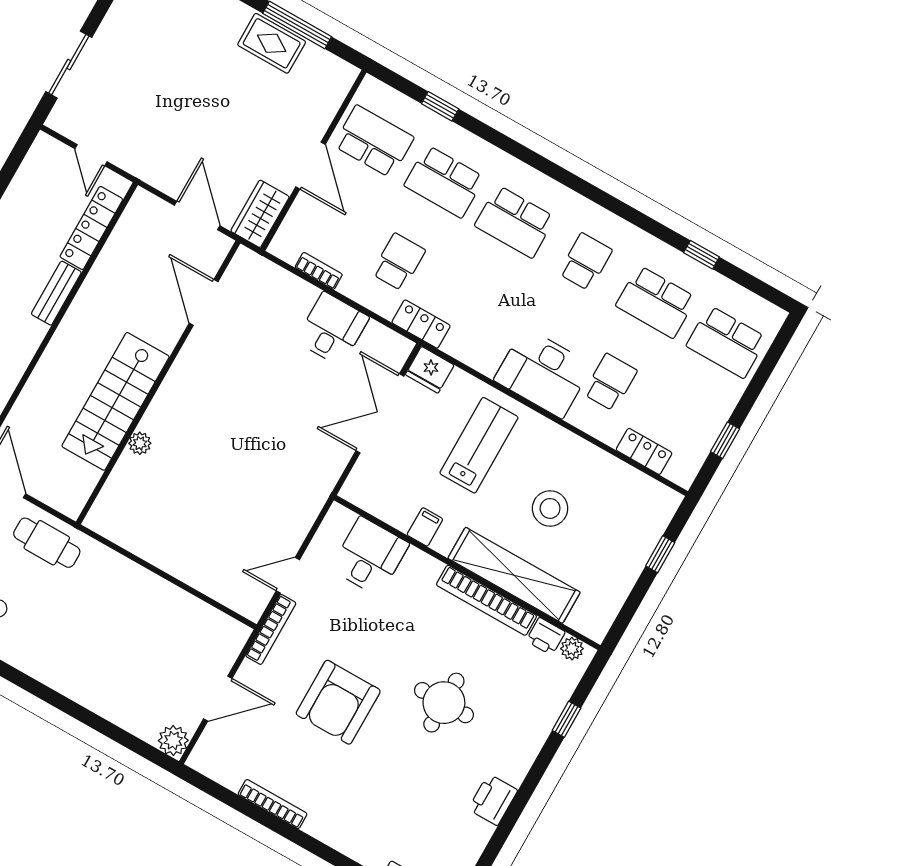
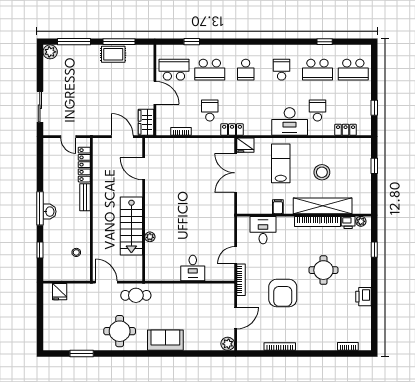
school desk: (515, 222) -> (246, 70), width x0.54
desk: (332, 329) -> (193, 268), moved, turned 180
sofa: (55, 664) -> (165, 340), added

